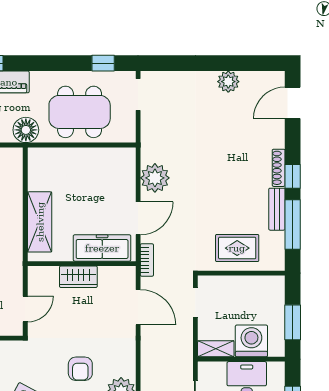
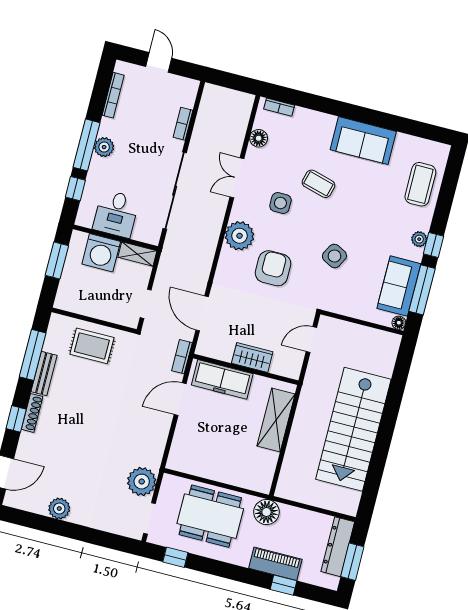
window: (293, 176) -> (16, 419), moved
plant: (155, 178) -> (142, 482), moved
armchair: (80, 369) -> (273, 268), width x1.38, depth x1.38

